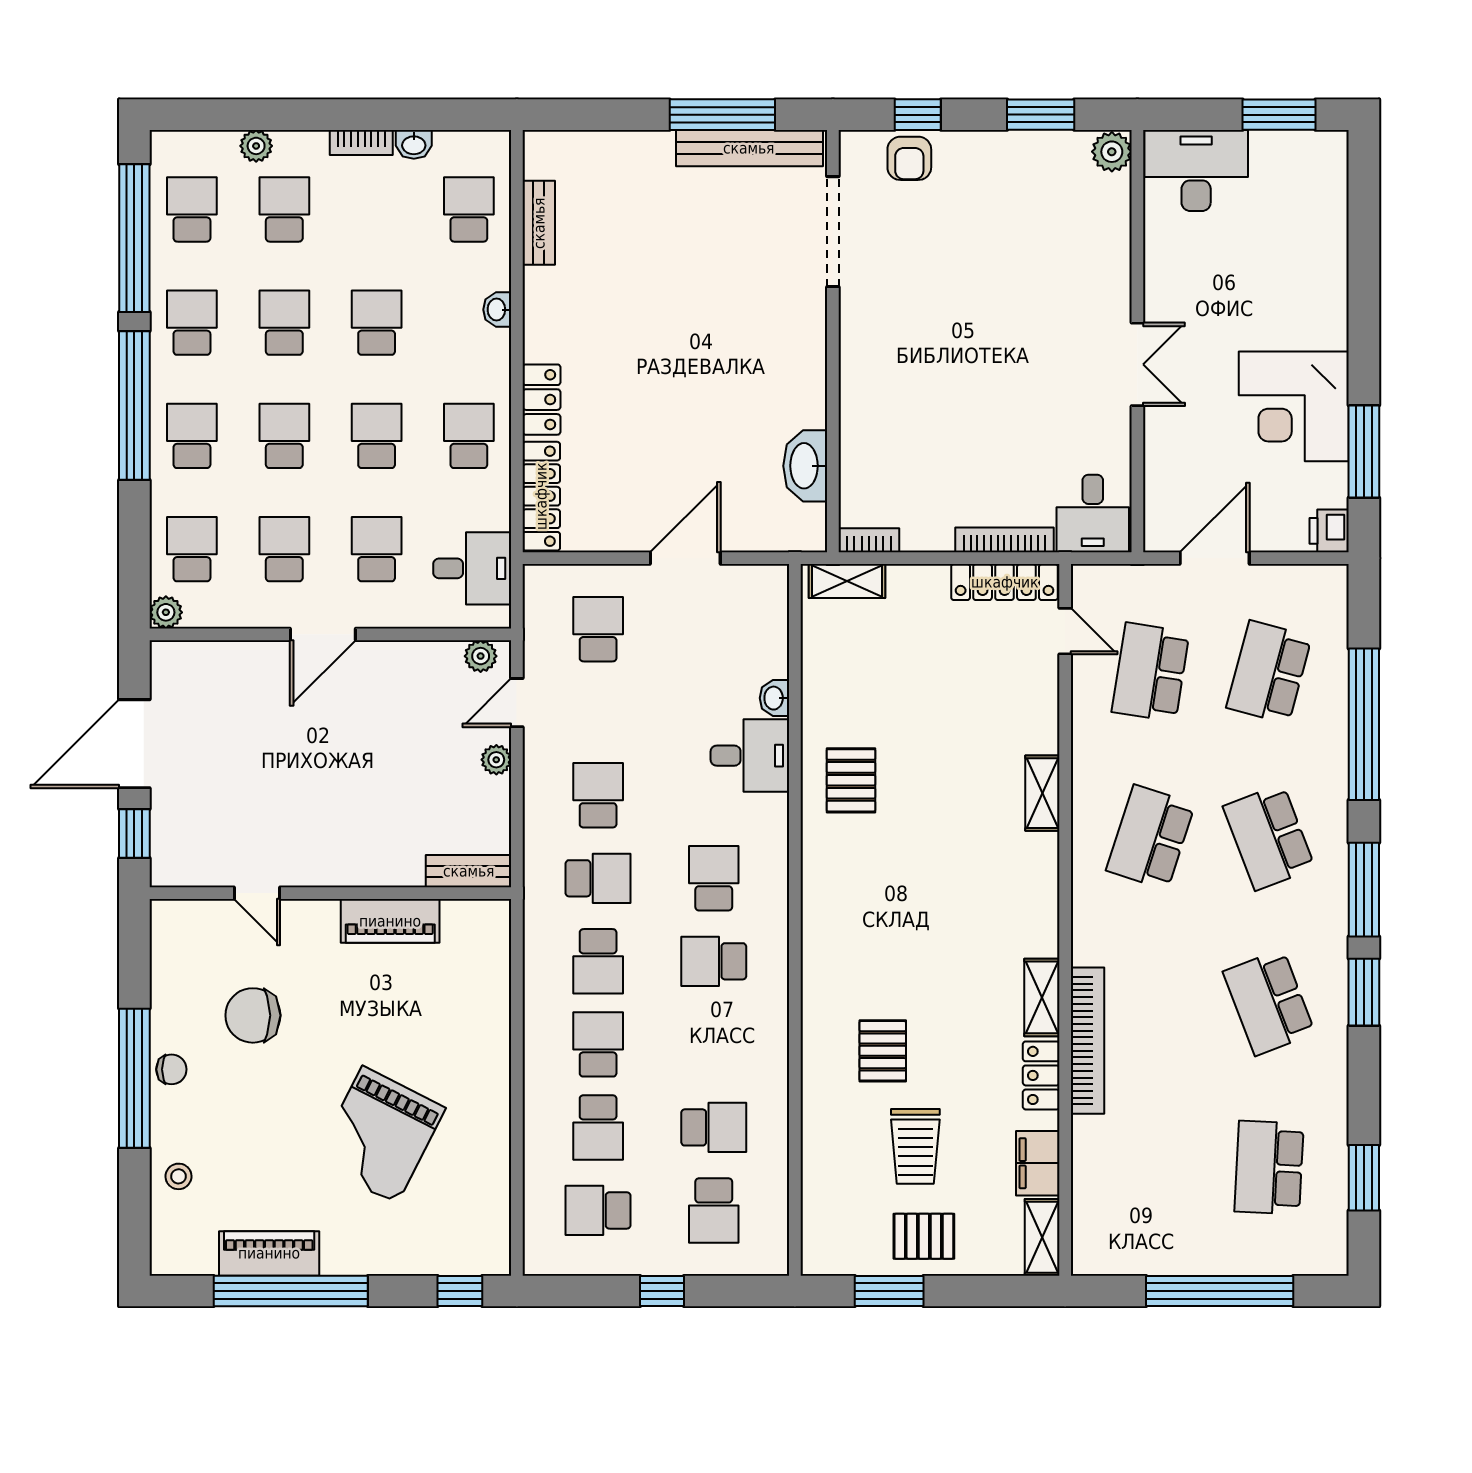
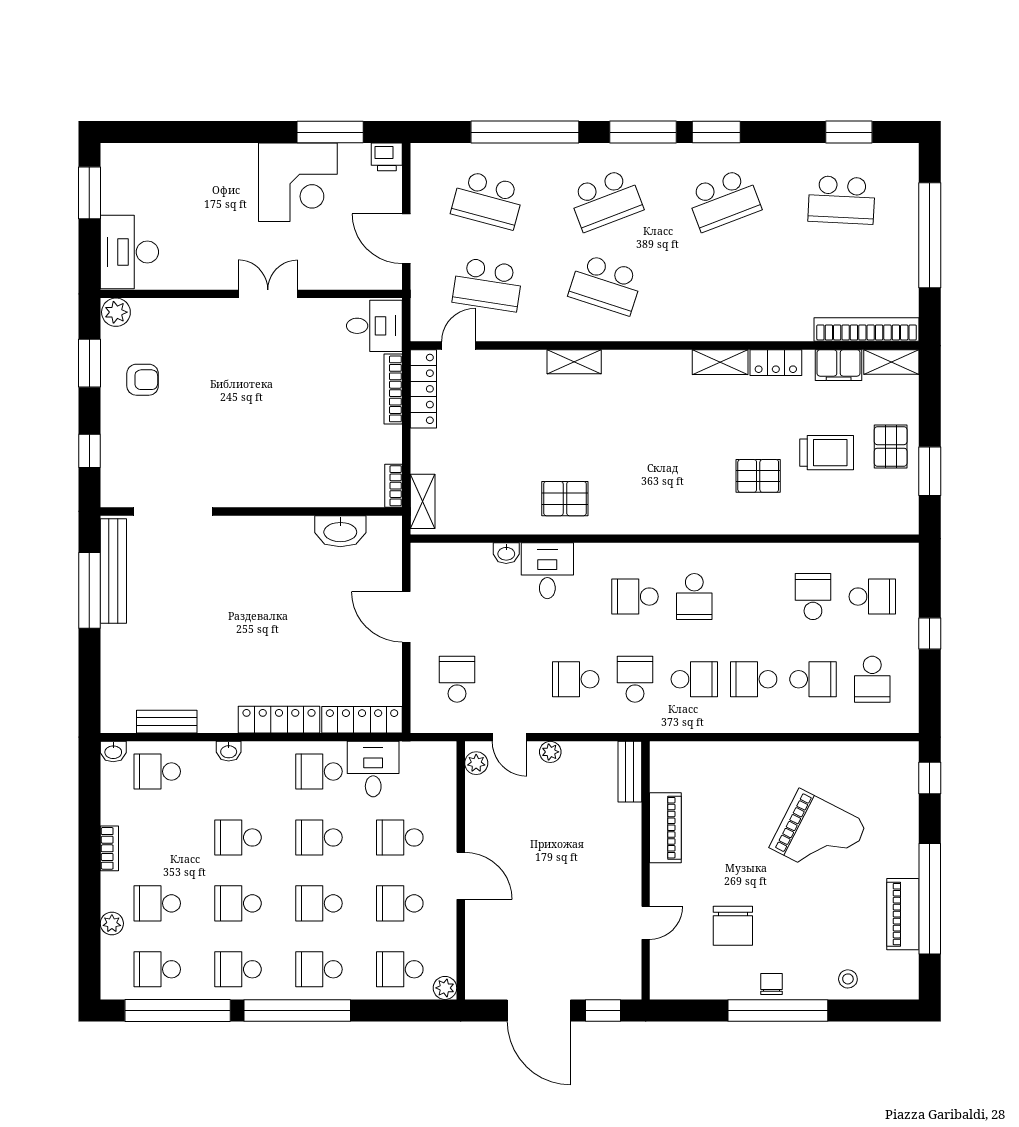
washbasin: (414, 144) -> (113, 752), moved, turned 90
armchair: (909, 158) -> (143, 380), moved
locker: (541, 400) -> (279, 720), width x1.53
desk: (472, 568) -> (373, 769), moved
school desk: (598, 629) -> (457, 679), turned 90
bookcase: (1087, 1041) -> (867, 330), moved

